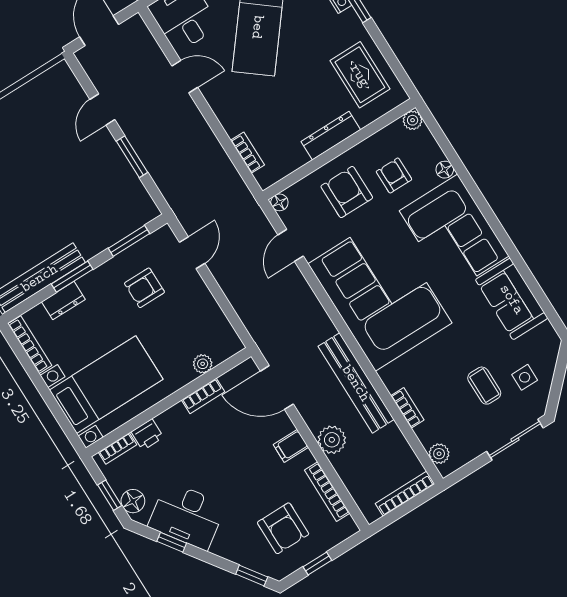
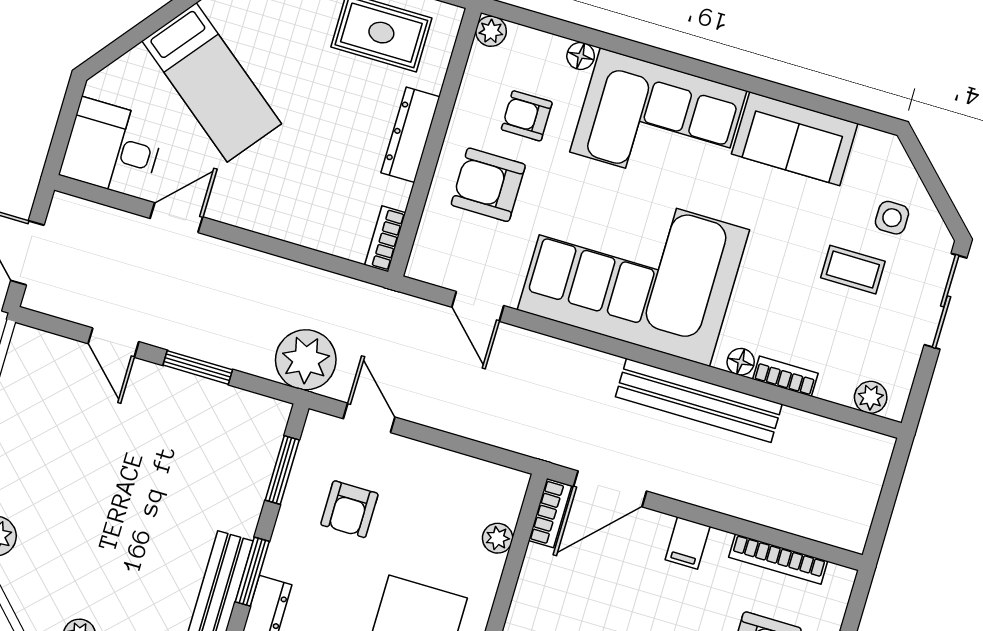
bookcase: (247, 153) -> (385, 239), moved, turned -90
floor lamp: (279, 202) -> (741, 362), moved
bookcase: (203, 396) -> (550, 513), moved
plant: (332, 440) -> (306, 360), moved, width x1.36, depth x1.36
bookcase: (405, 494) -> (872, 480), removed

